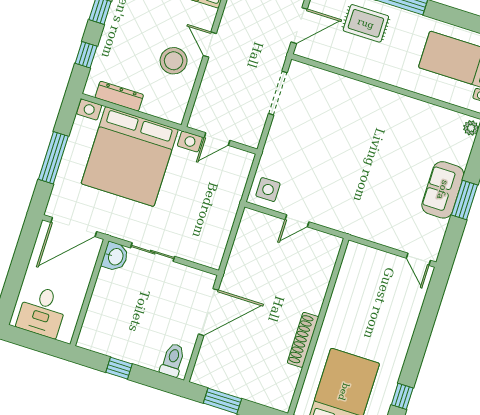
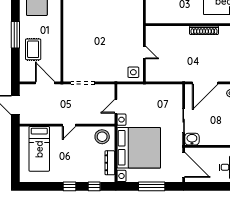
stool: (174, 61) -> (102, 137), moved
door: (217, 139) -> (116, 106), swing flipped
door: (208, 312) -> (205, 83), swing flipped

